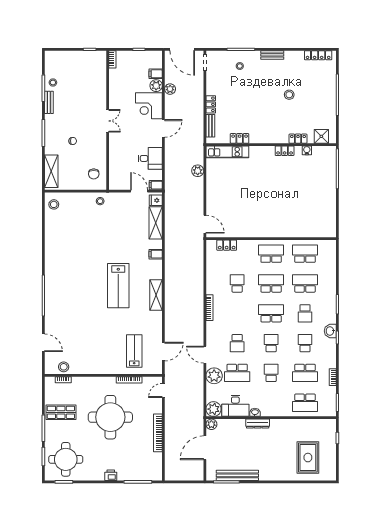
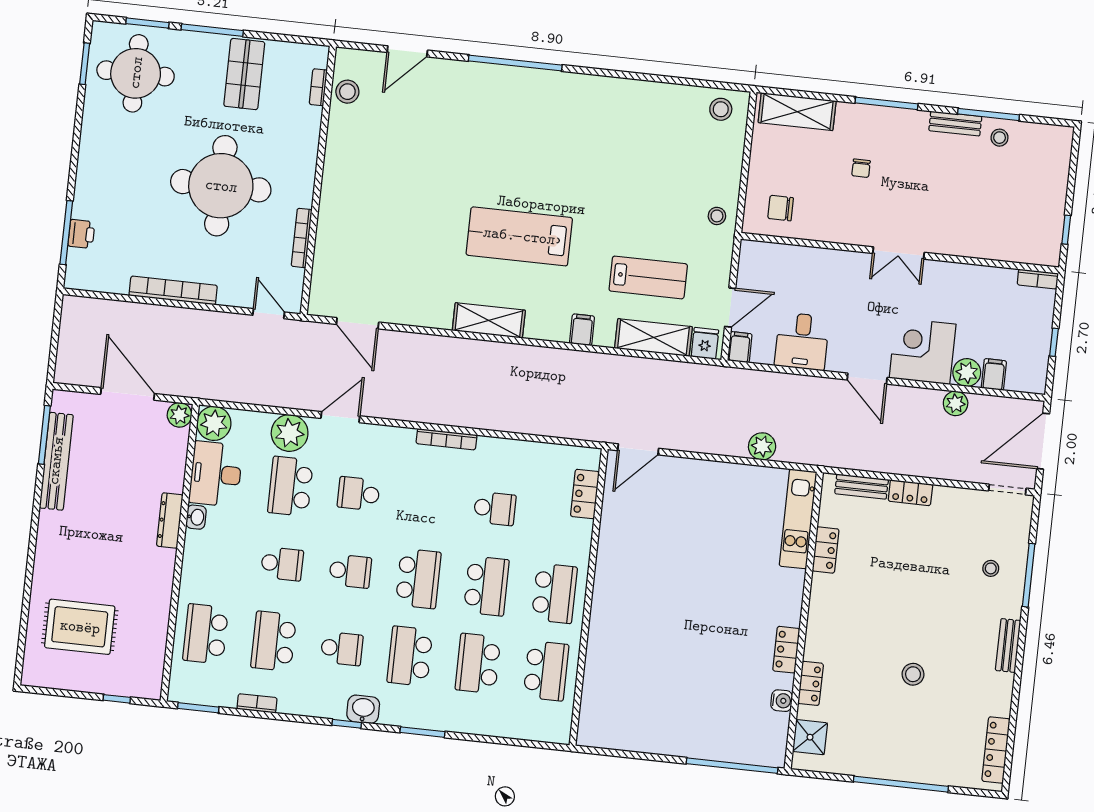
school desk: (305, 283) -> (478, 663), turned 180
school desk: (305, 313) -> (410, 656), width x1.85
lab bench: (134, 351) -> (648, 277), moved
printer: (111, 475) -> (81, 234), moved

